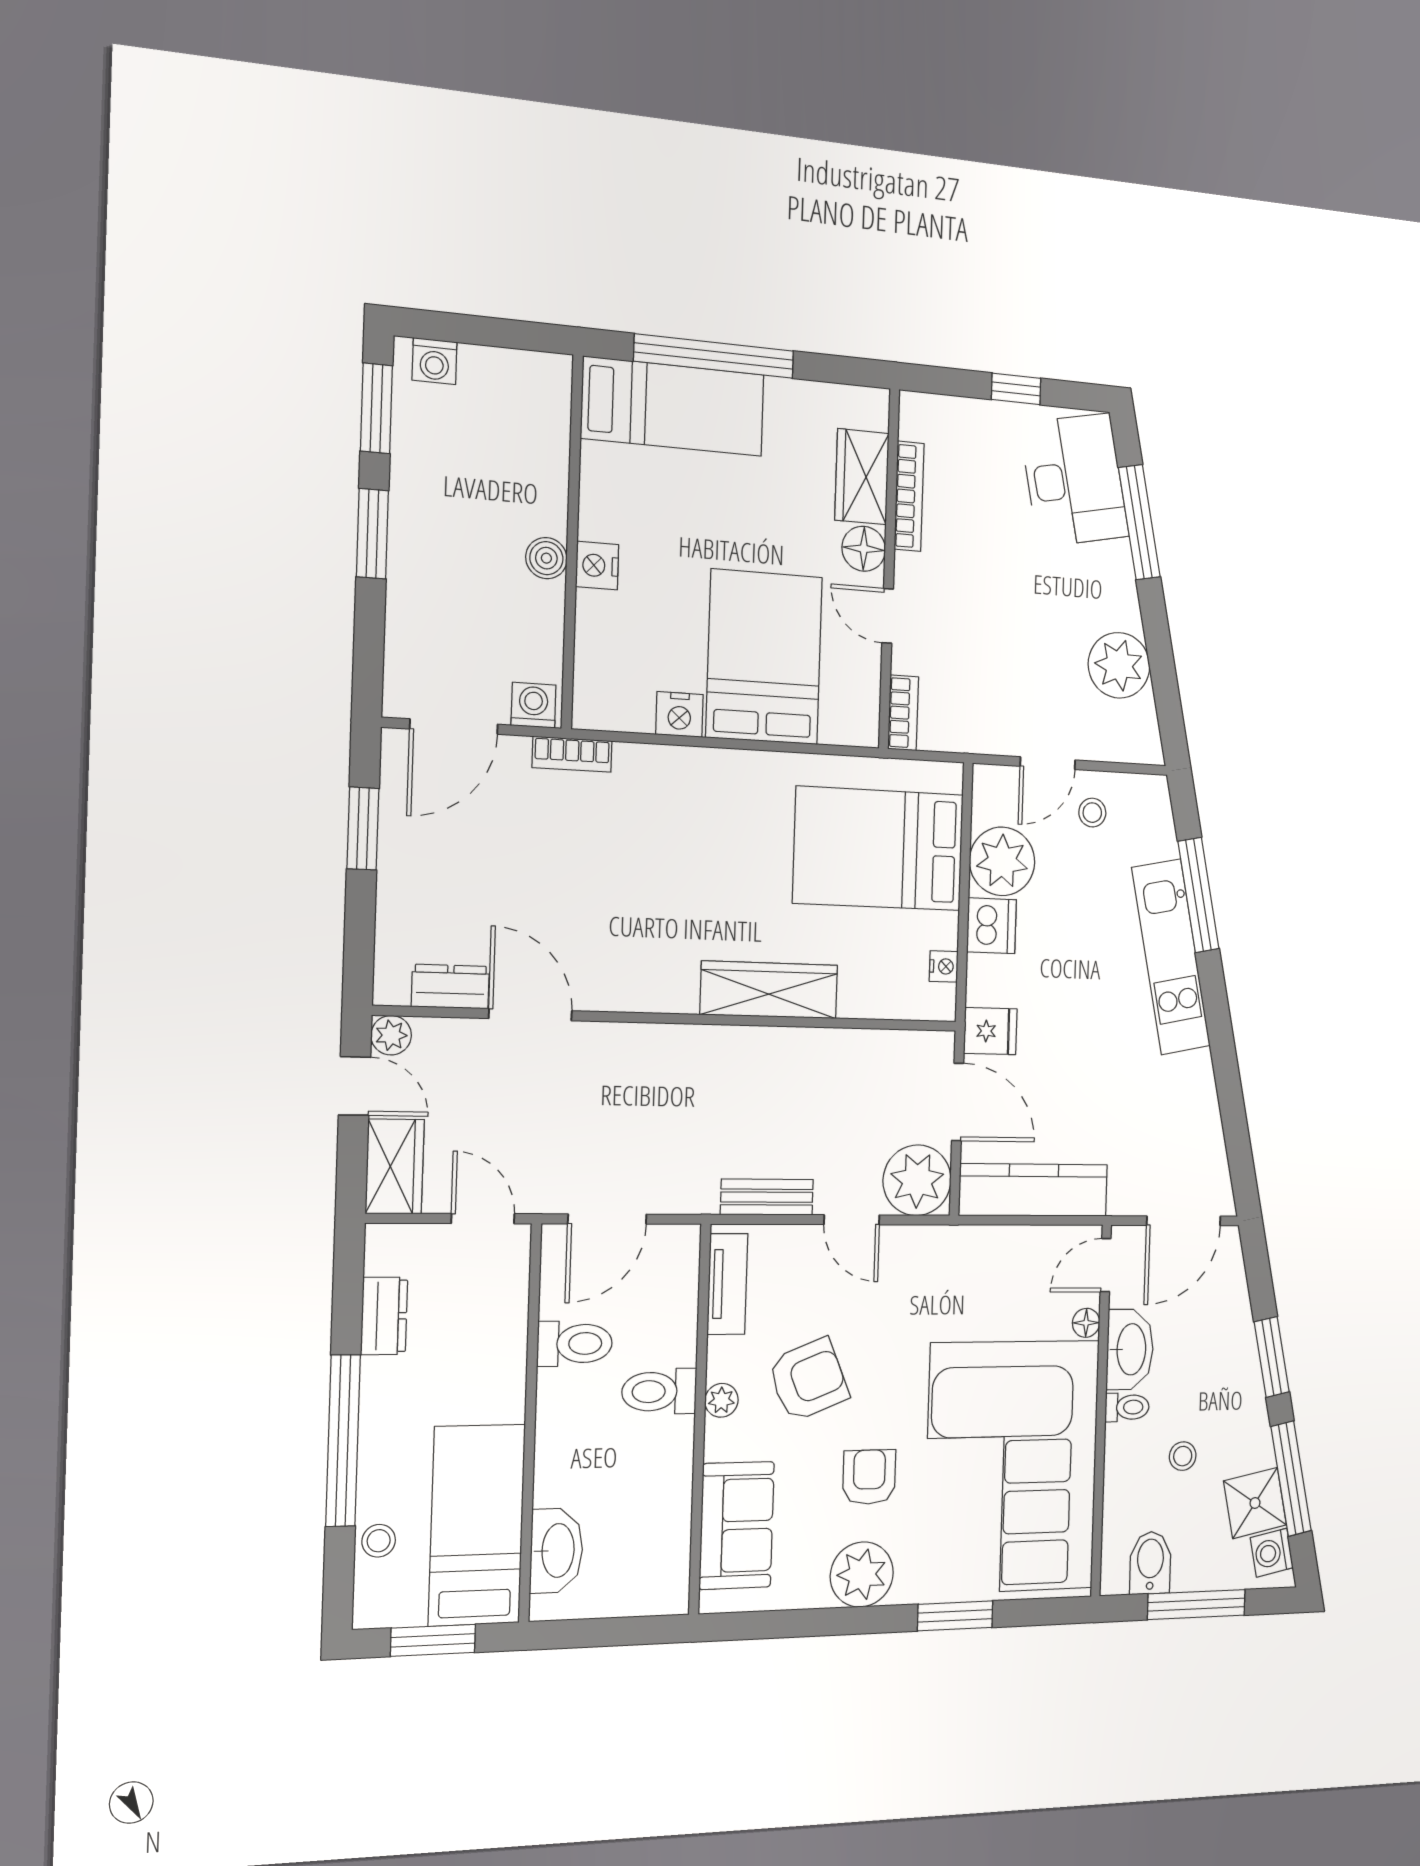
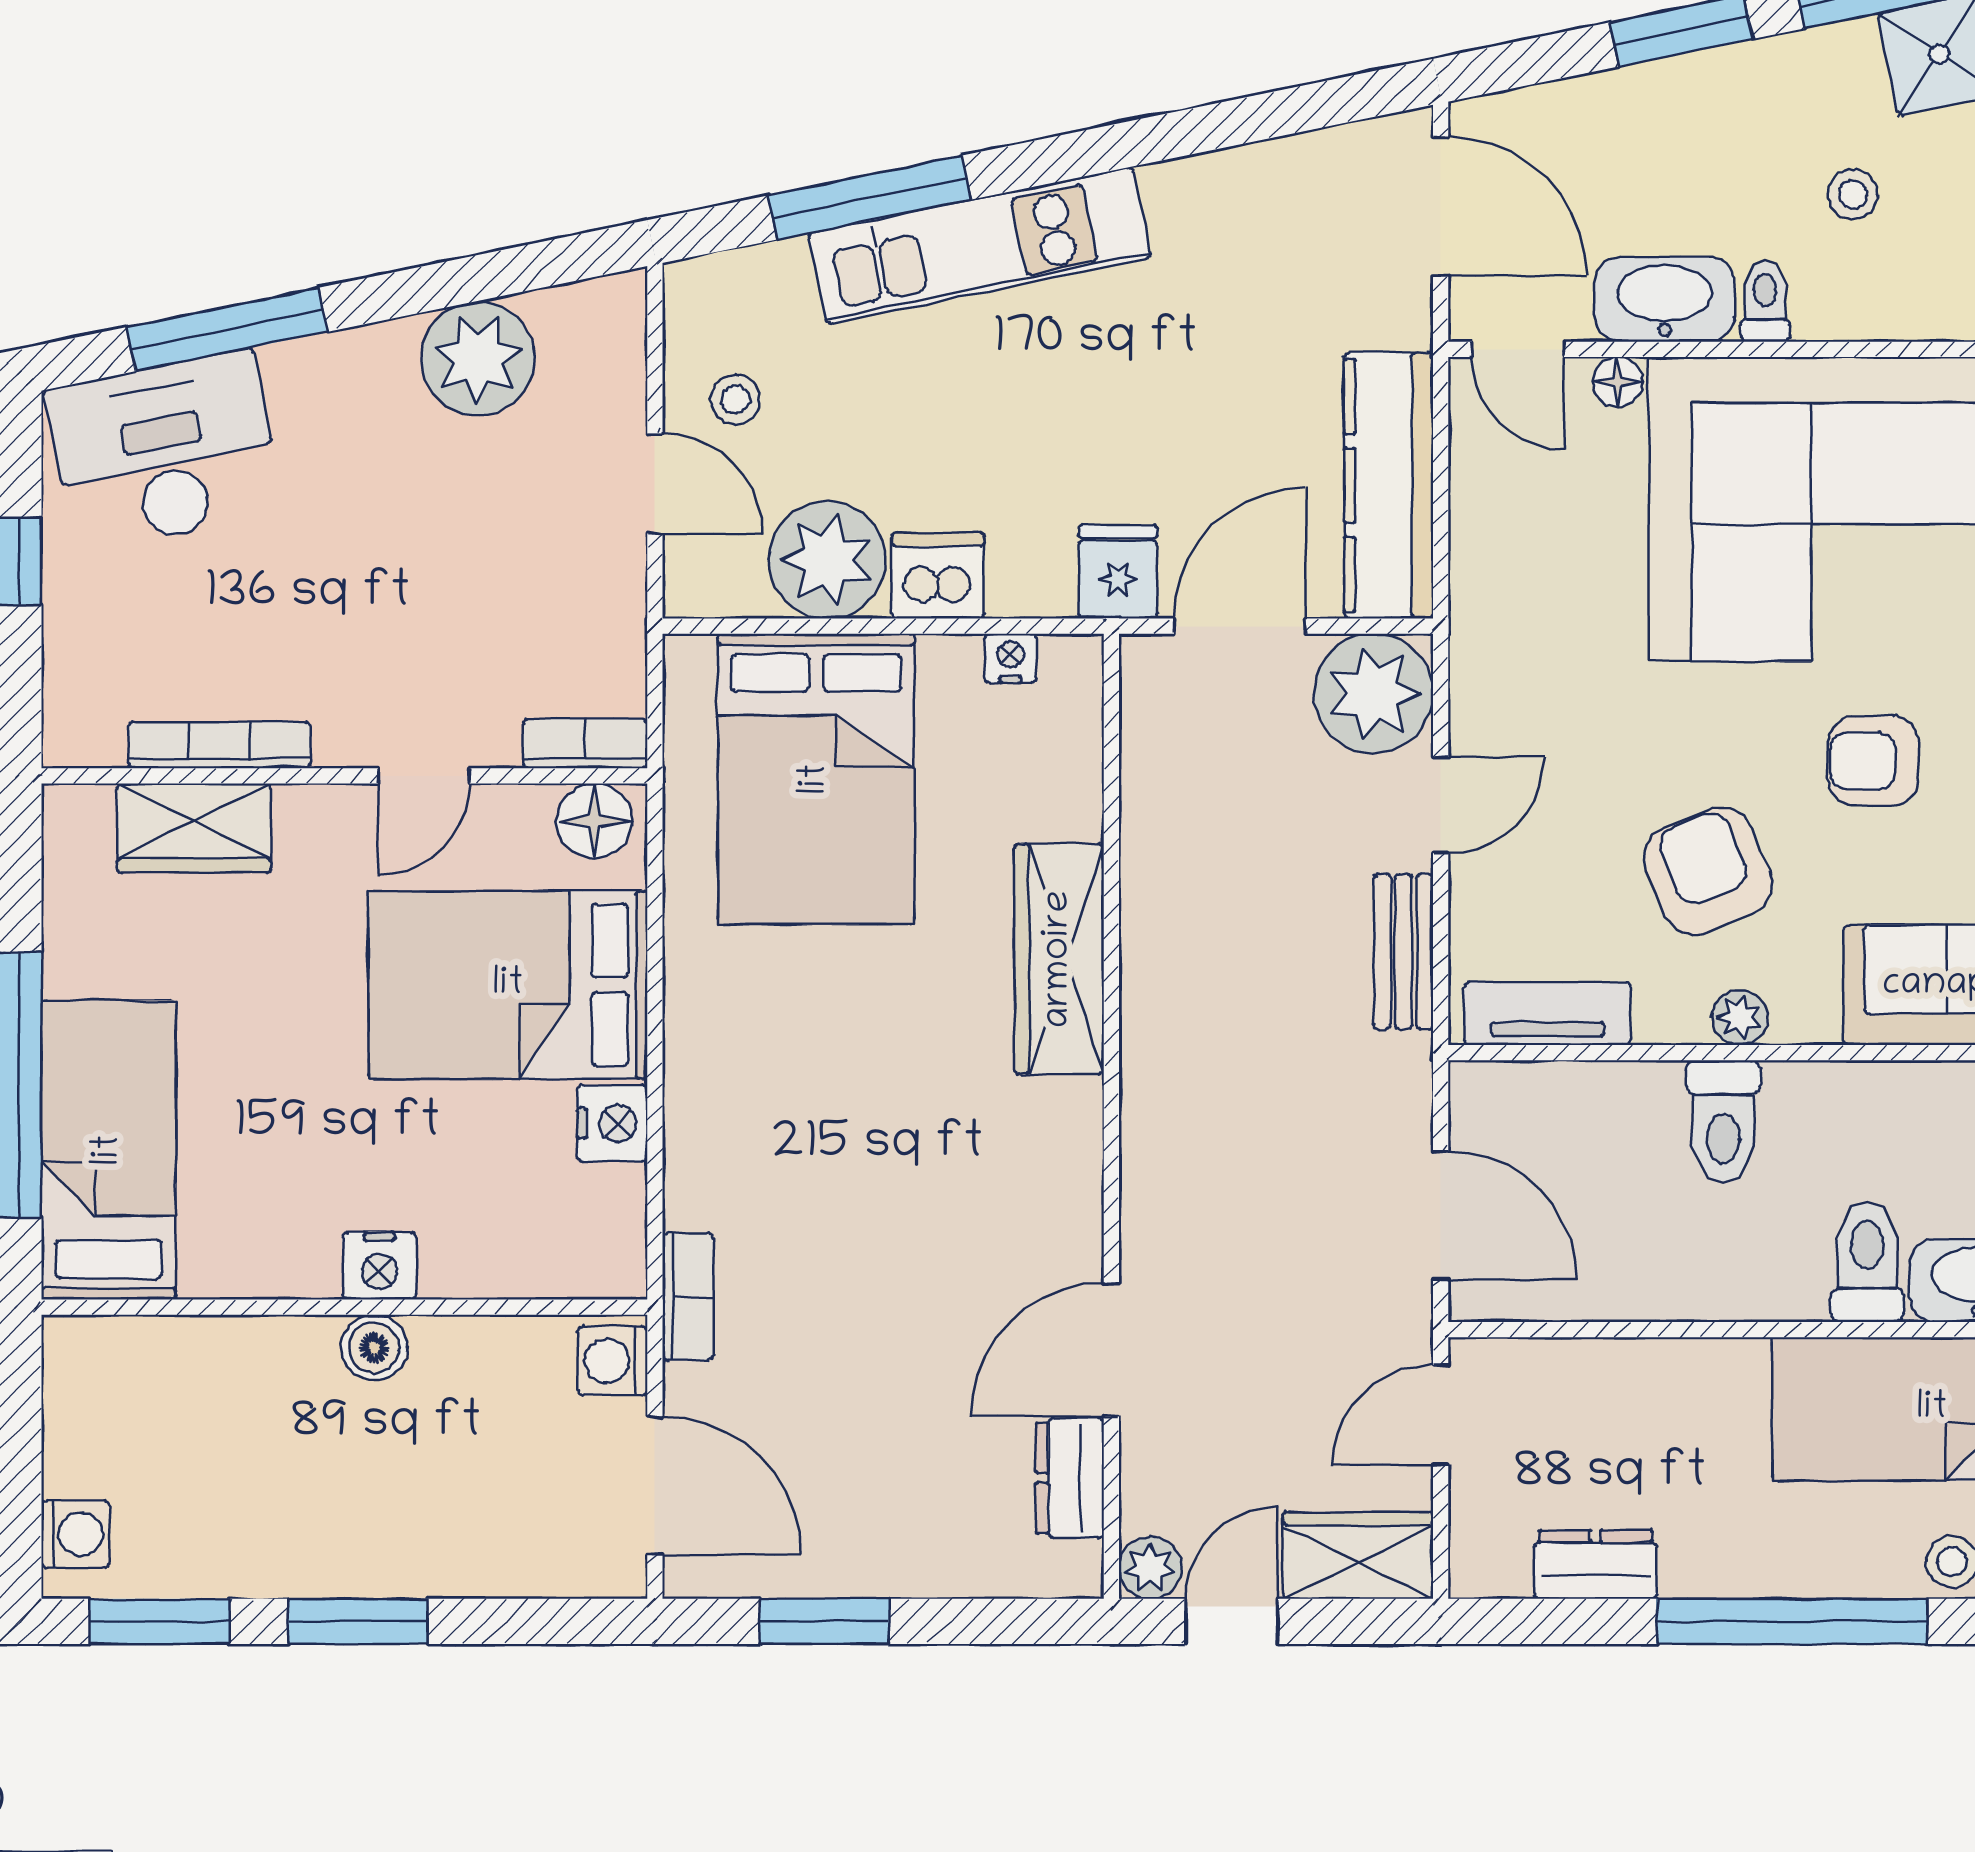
floor lamp: (864, 549) -> (594, 821), moved
toilet: (575, 1344) -> (1867, 1262), moved

